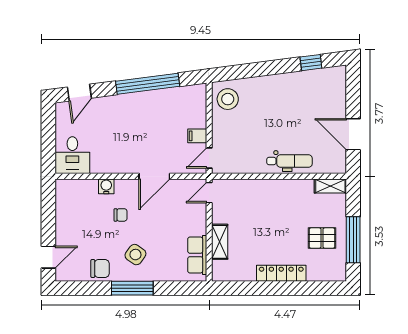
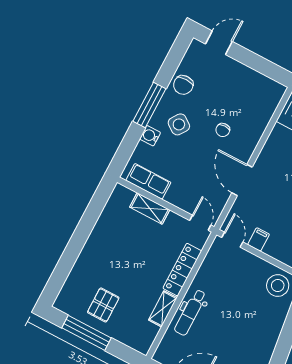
water cooler: (106, 186) -> (150, 136), moved, turned 180
shelving: (330, 186) -> (163, 309), moved
door: (48, 257) -> (219, 43), swing flipped
locker: (281, 273) -> (182, 270), moved, turned 180

